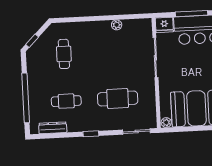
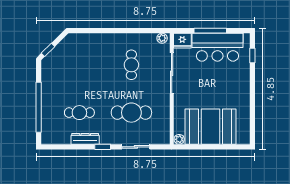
plant: (117, 25) -> (162, 38), moved
cafe table: (64, 54) -> (131, 65), moved
dresser: (53, 128) -> (85, 139), moved
sliding door: (137, 131) -> (136, 147), moved

